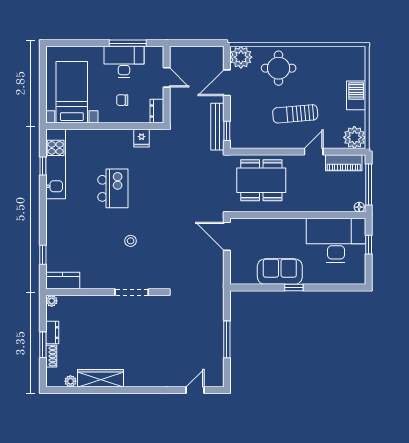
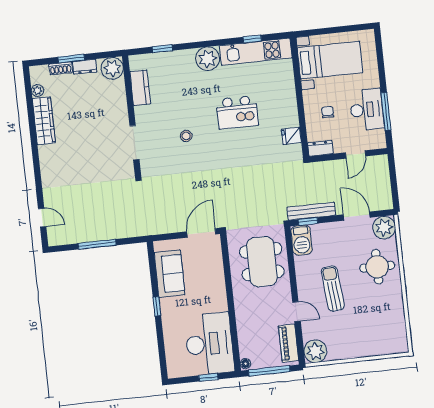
barbecue: (356, 95) -> (302, 240), moved, turned 90
plant: (57, 212) -> (208, 59), added
sofa: (280, 272) -> (170, 274), moved
kitchen counter: (63, 281) -> (140, 88), moved
plant: (52, 301) -> (112, 68), width x1.87, depth x1.87

